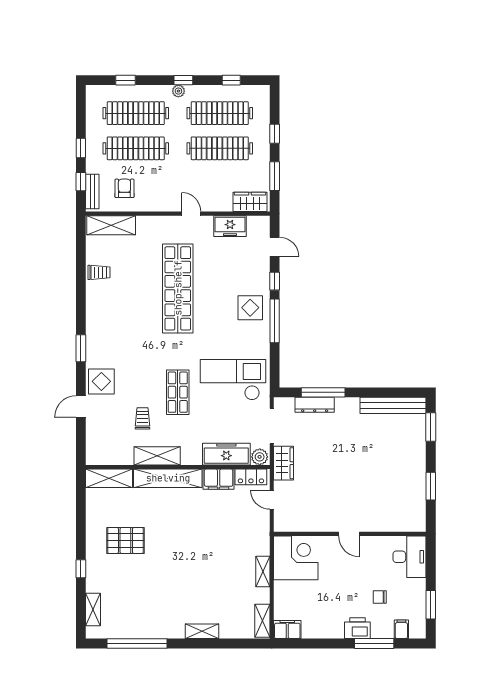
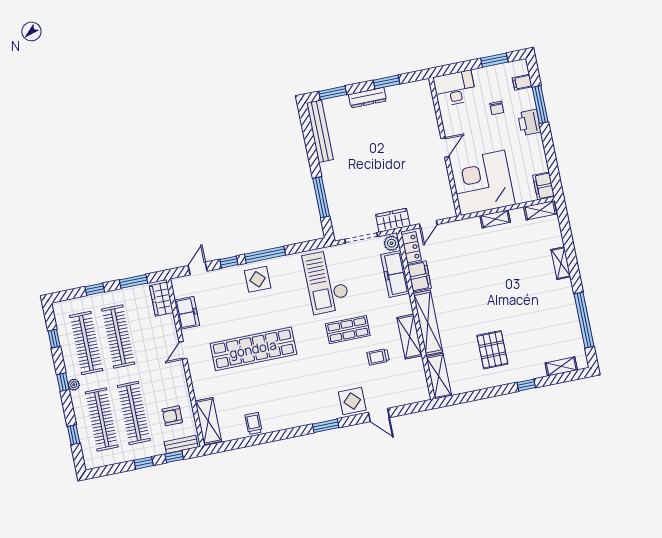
dresser: (315, 405) -> (367, 98), moved, turned 90
corner desk: (296, 558) -> (482, 183), width x1.36, depth x1.36

